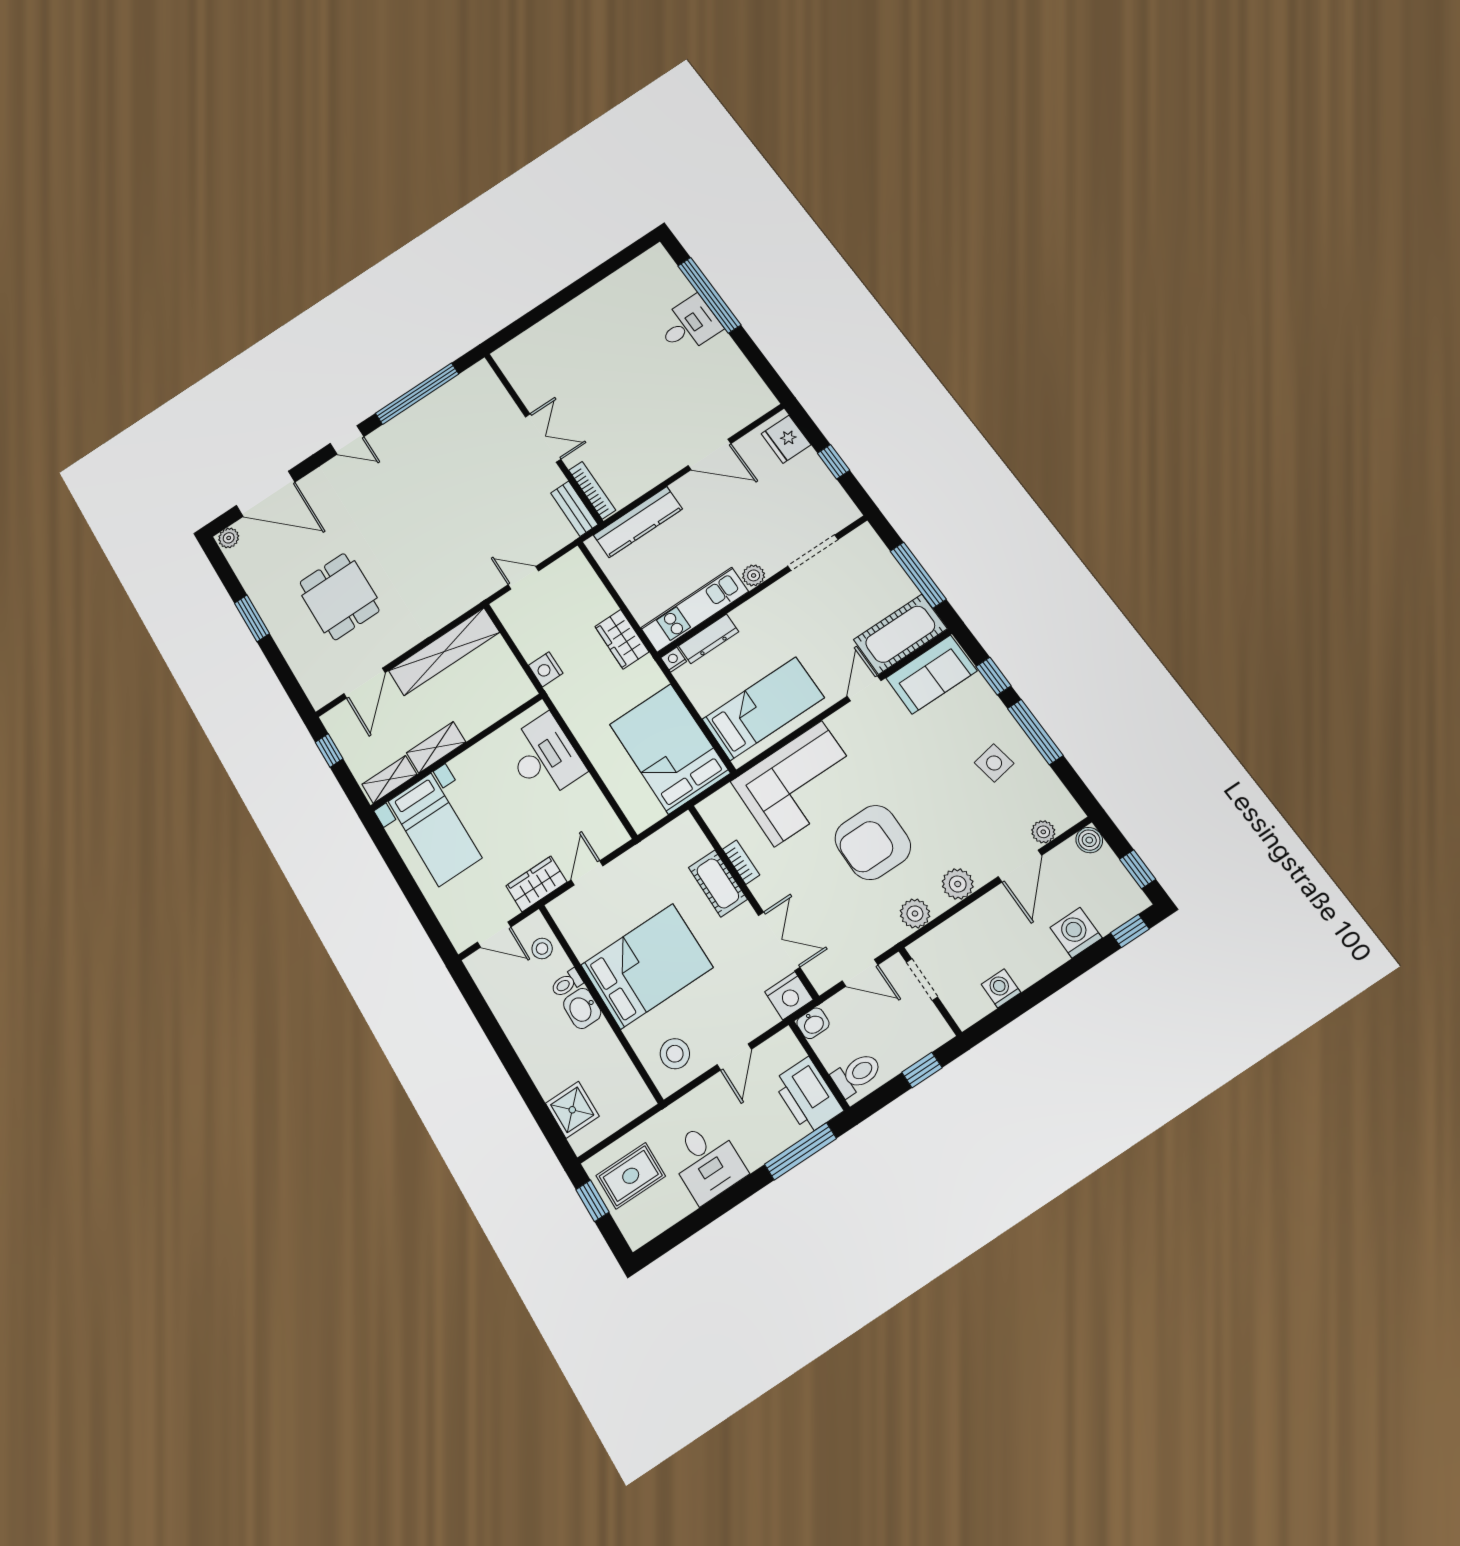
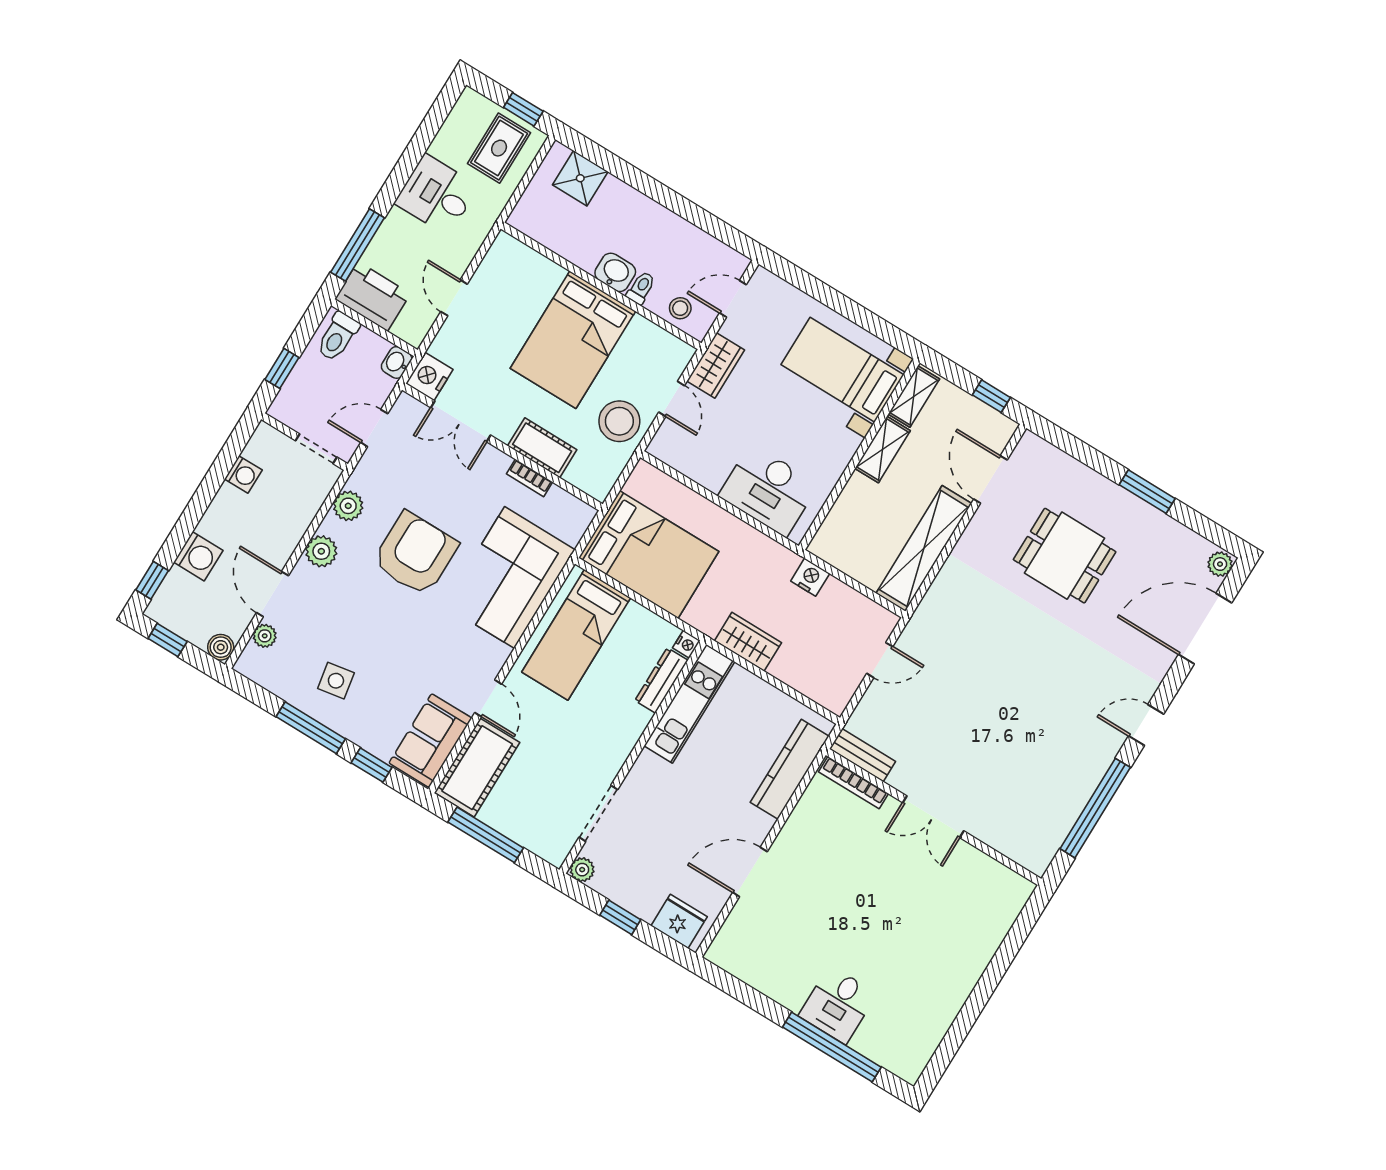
plant: (754, 575) -> (582, 870), moved
stool: (675, 1054) -> (619, 421), moved, width x1.38, depth x1.38

